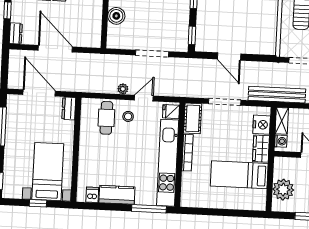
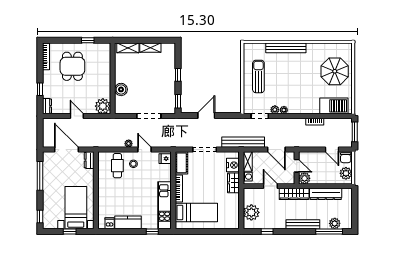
plant: (91, 37) -> (103, 106), added
door: (55, 49) -> (77, 116), width x0.53
door: (229, 56) -> (206, 116), swing flipped
door: (144, 98) -> (144, 150), hinge flipped
kitchen unit: (168, 163) -> (165, 205), width x0.73
bed: (239, 175) -> (196, 213), moved, turned 180
window: (149, 209) -> (152, 232), width x0.46

